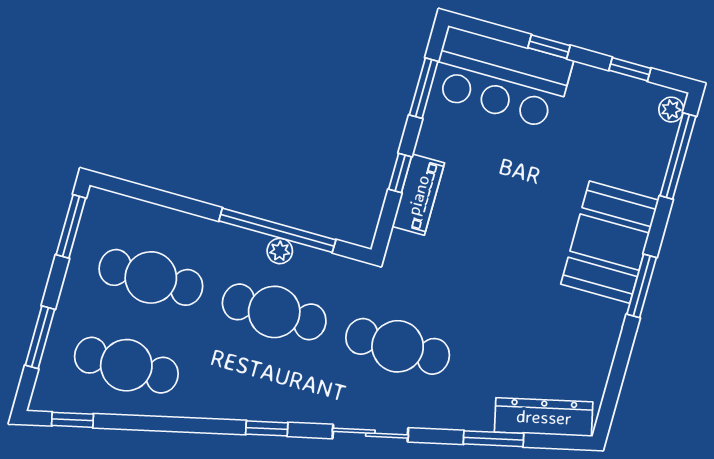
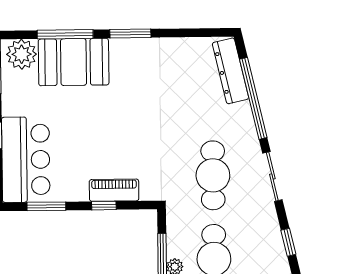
plant: (671, 110) -> (22, 54), width x1.88, depth x1.88
window: (678, 156) -> (65, 34), moved
booth: (610, 242) -> (74, 62), moved
window: (493, 439) -> (253, 98), width x2.11

